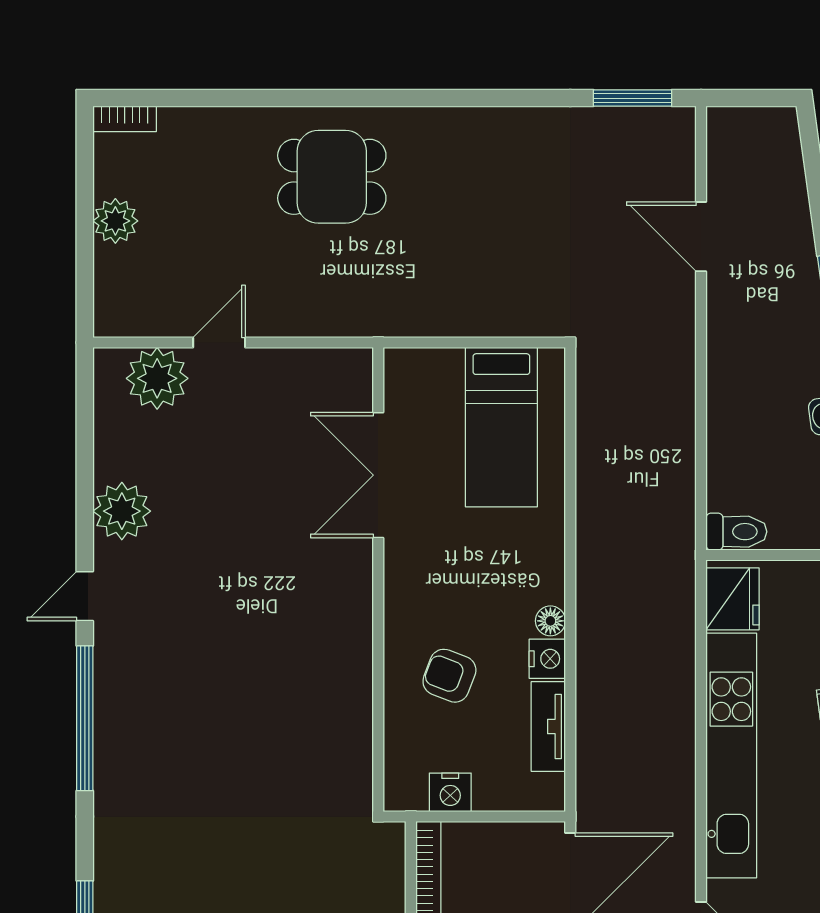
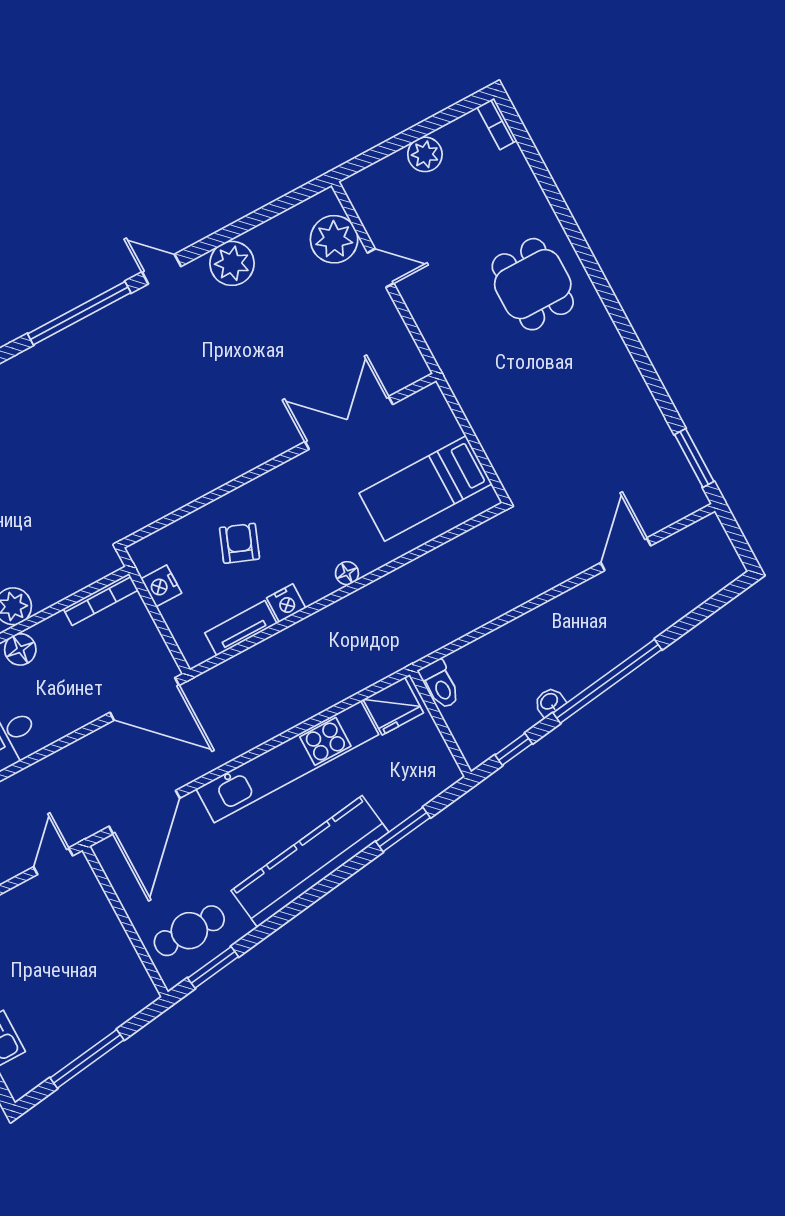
floor lamp: (550, 621) -> (347, 573), moved

